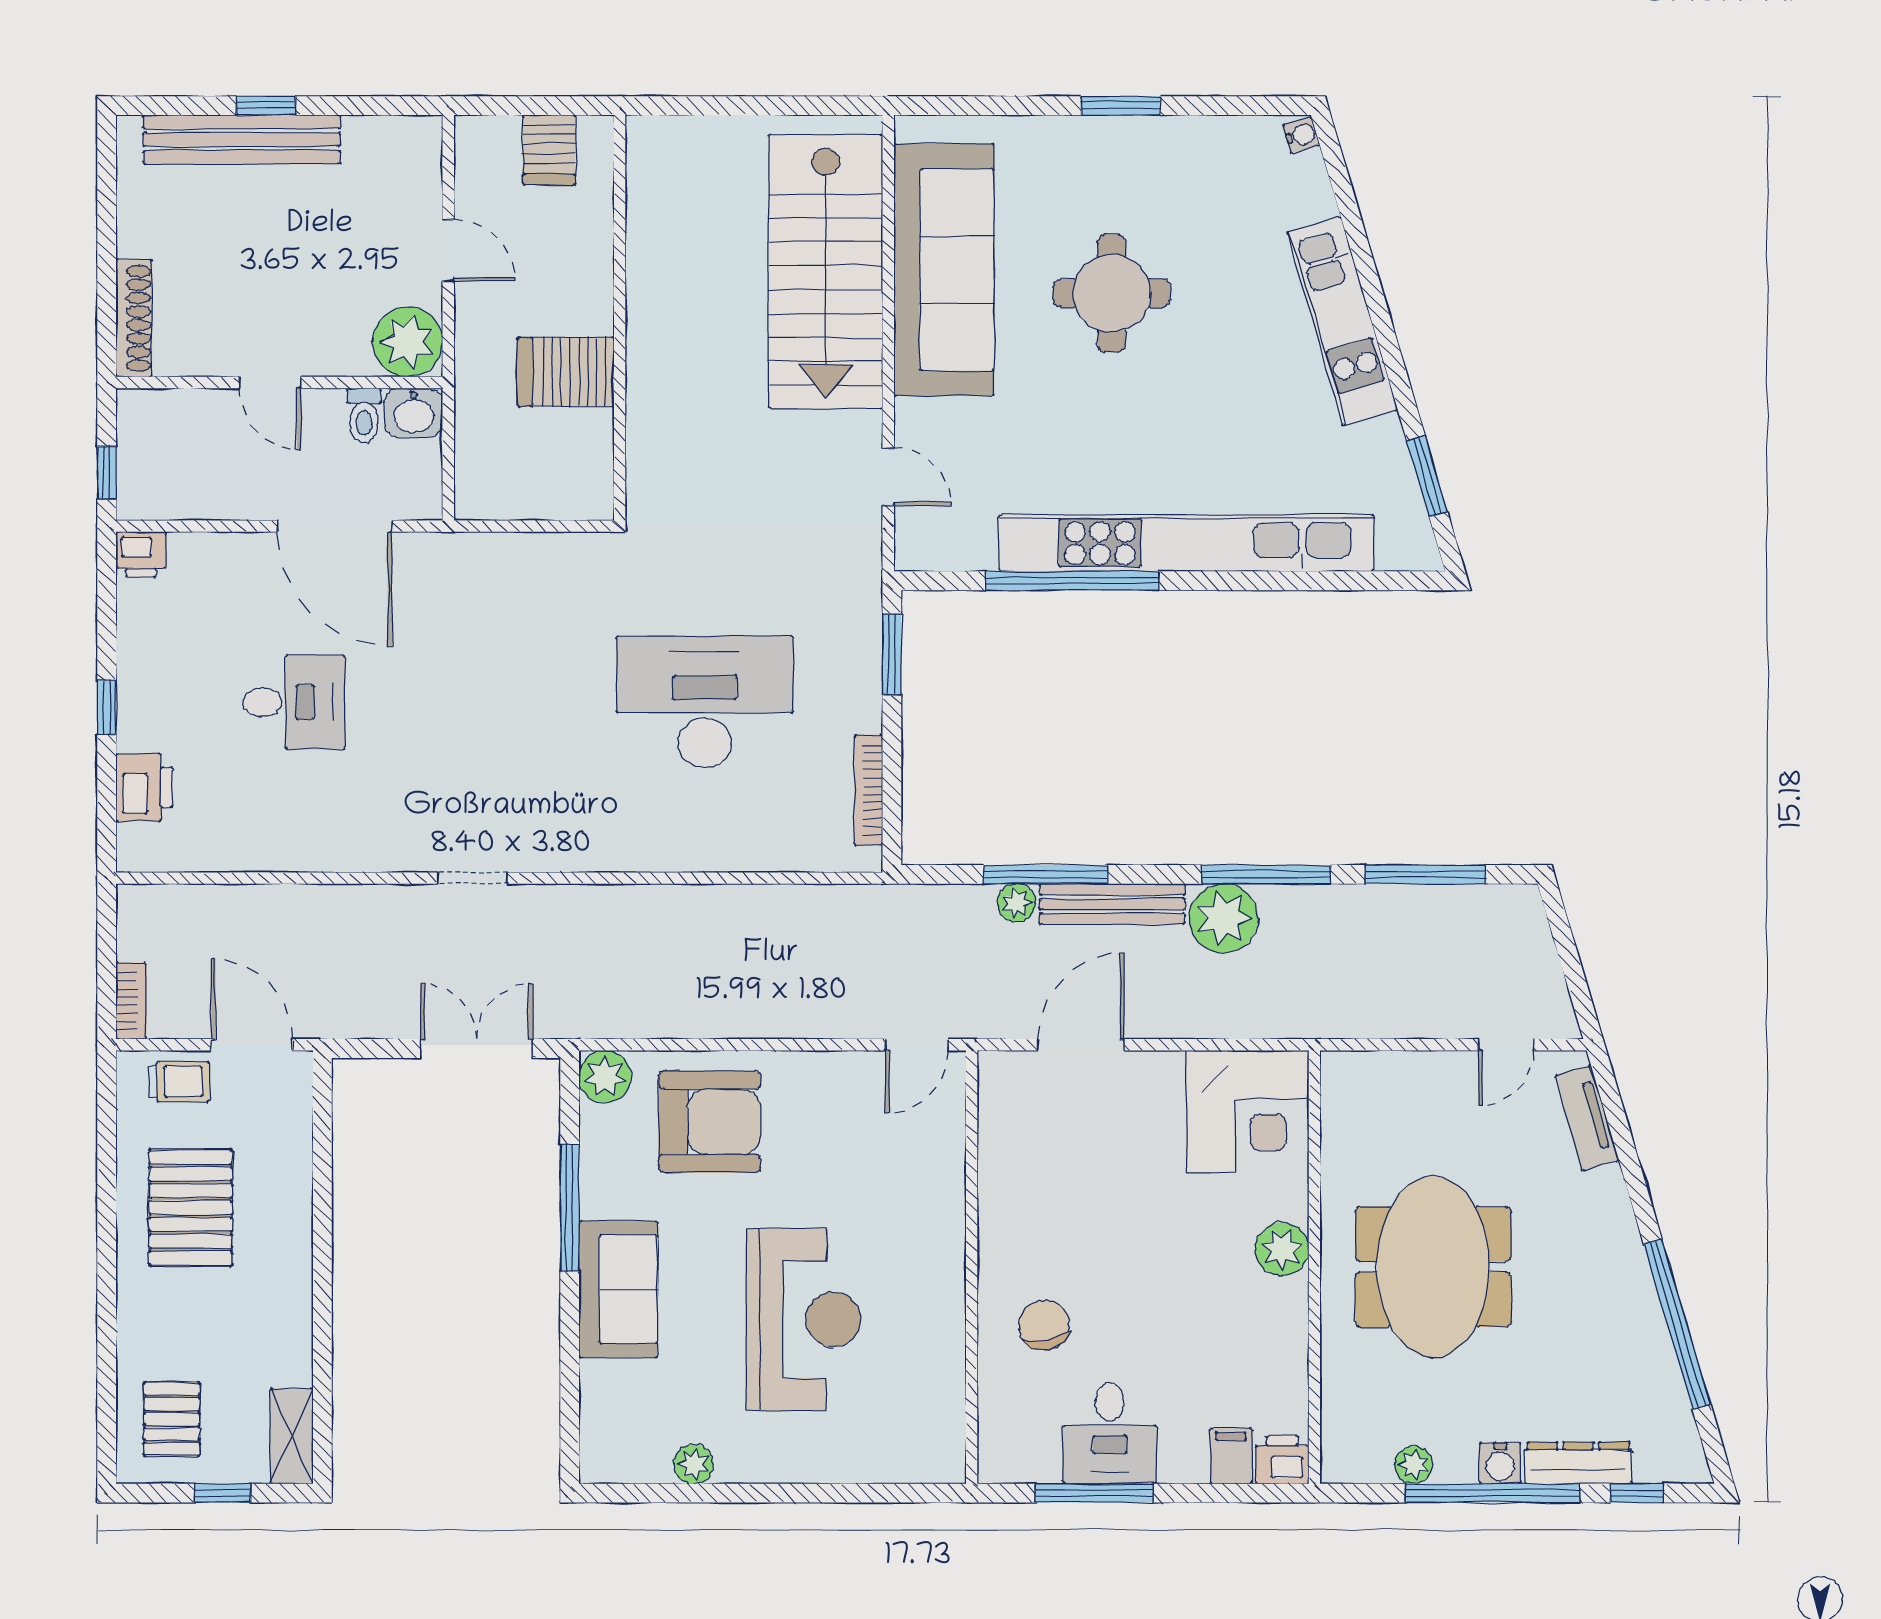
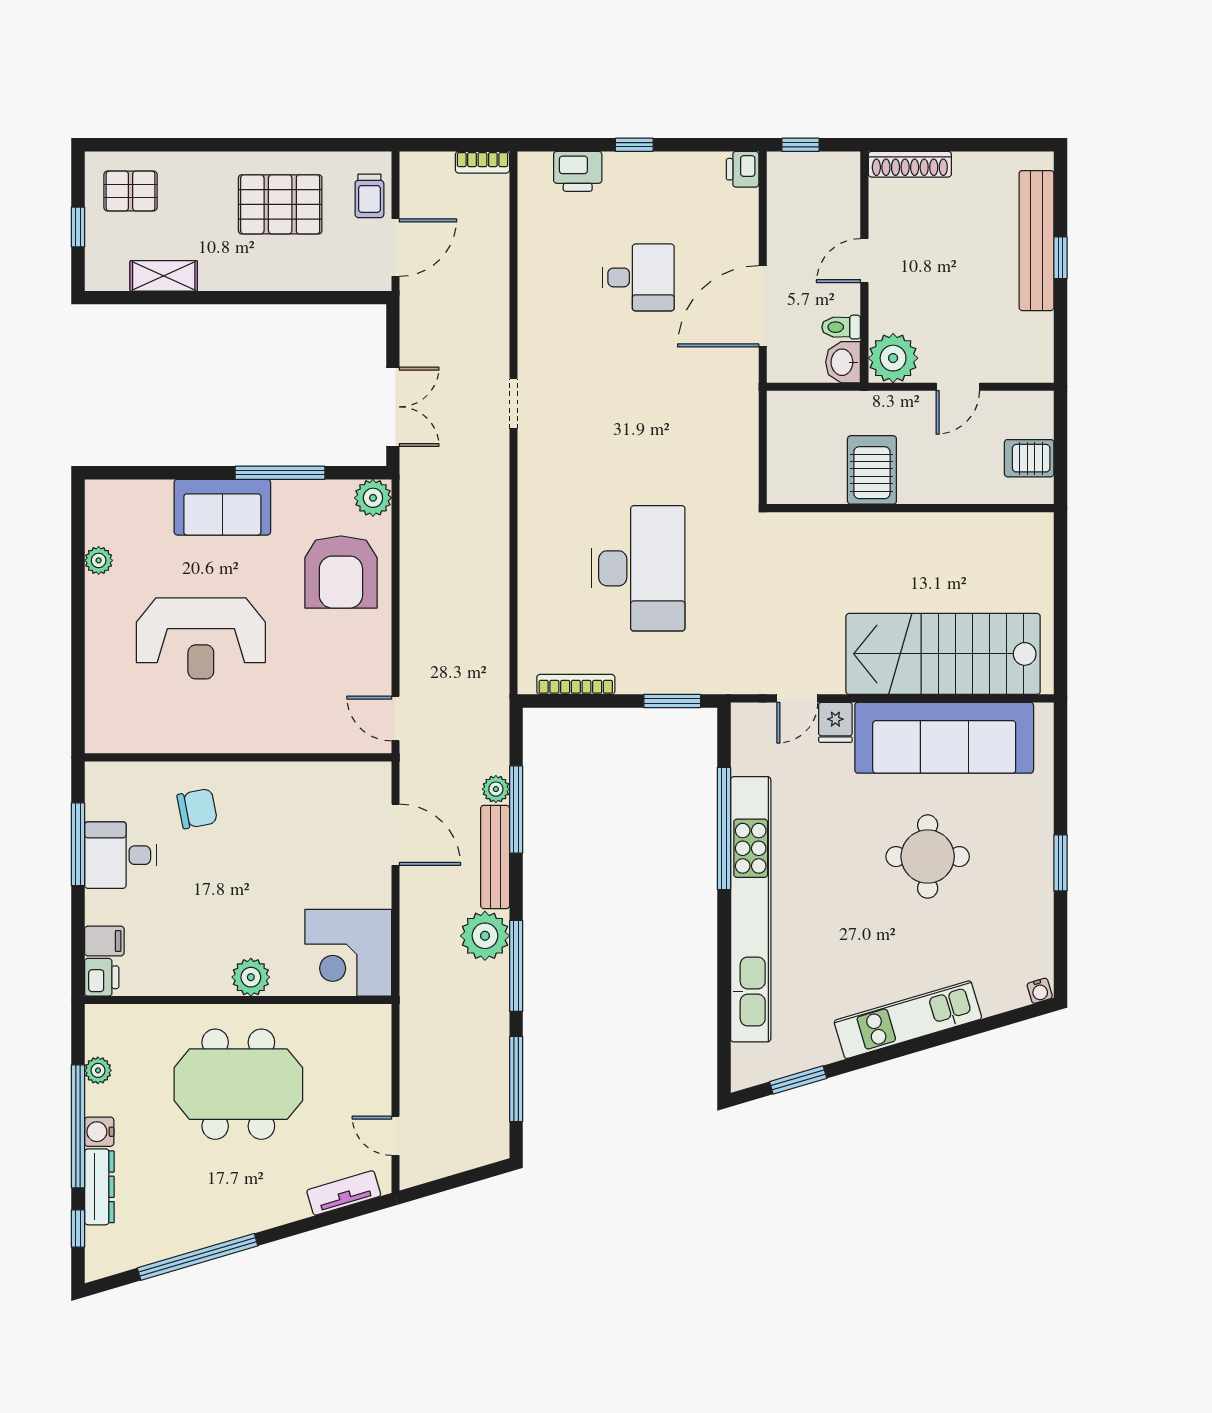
fridge: (922, 423) -> (835, 722), added
desk: (294, 702) -> (638, 277), turned -90
bookcase: (131, 1001) -> (482, 162), moved
shelving: (292, 1436) -> (164, 276), moved

